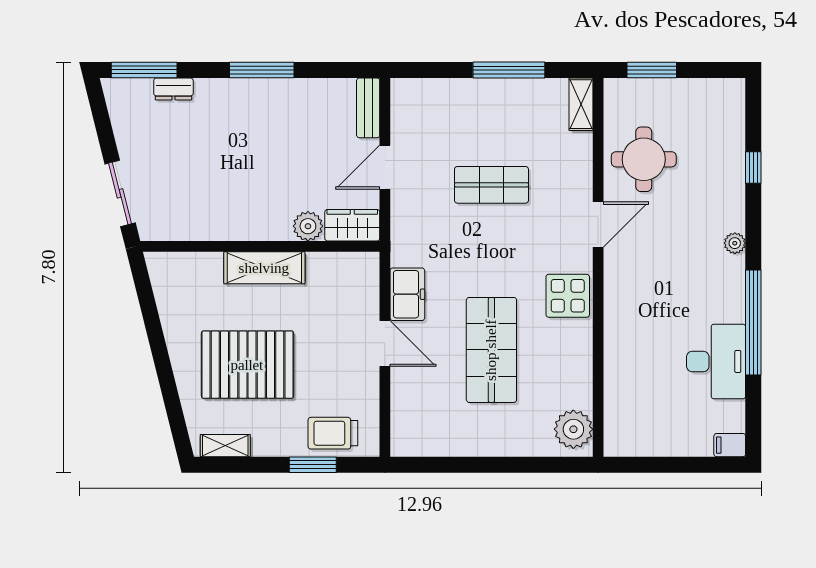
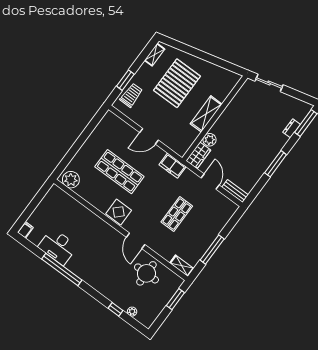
plant: (735, 243) -> (132, 312), moved
freezer: (407, 294) -> (173, 166), moved

